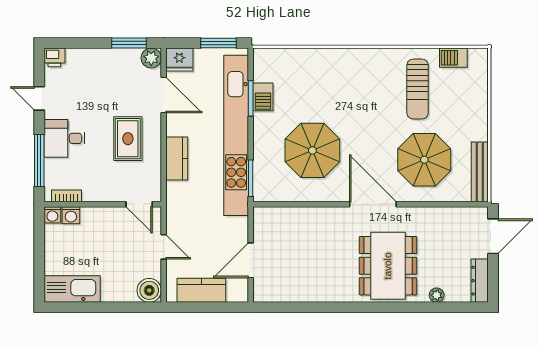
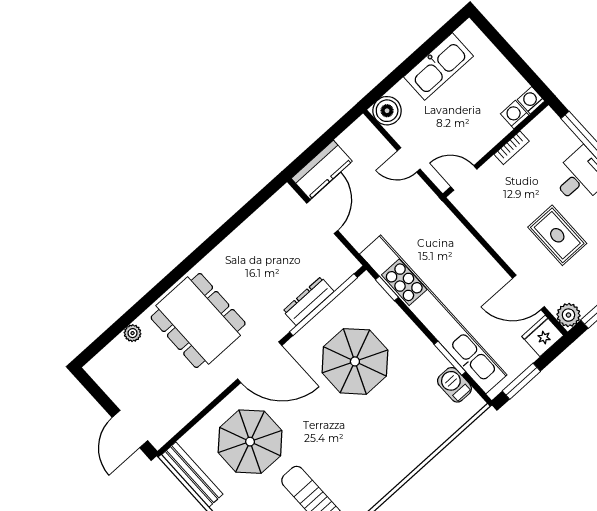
barbecue: (263, 97) -> (454, 385), moved
rug: (128, 139) -> (557, 235), moved
kitchen counter: (177, 159) -> (467, 247), removed
window: (251, 178) -> (387, 289), width x0.67
bookcase: (67, 196) -> (512, 148), moved
window: (300, 204) -> (323, 305), added
dresser: (480, 281) -> (308, 301), moved, turned -90
kitchen sink: (72, 289) -> (438, 66), moved
kitchen counter: (201, 290) -> (322, 170), moved

